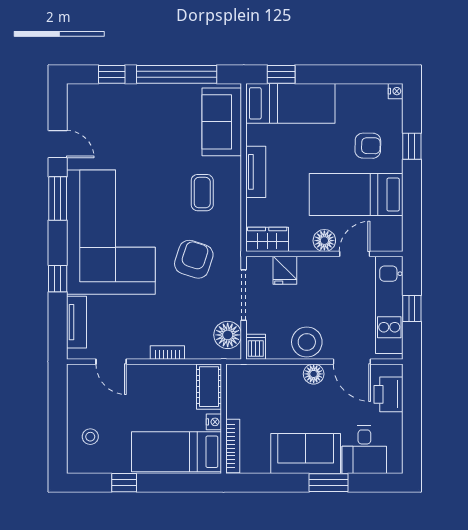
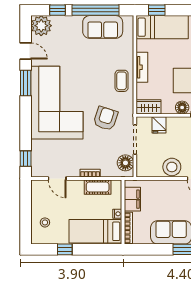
plant: (84, 101) -> (41, 26), added
sofa: (222, 122) -> (103, 27), moved, turned -90
coffee table: (202, 193) -> (122, 81), moved
window: (58, 279) -> (26, 159), moved
tv unit: (76, 322) -> (37, 155), removed
dishwasher: (256, 347) -> (142, 170), removed
floor lamp: (314, 374) -> (176, 186), removed
cot: (209, 387) -> (98, 187), moved, turned 90
filing cabinet: (239, 397) -> (132, 199), added

